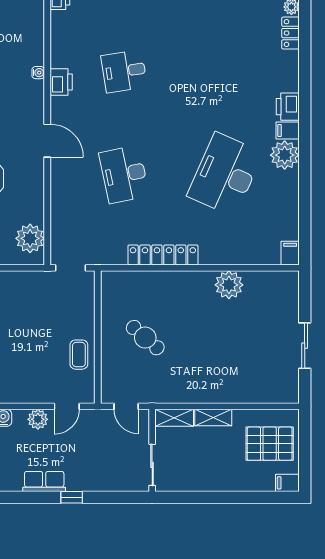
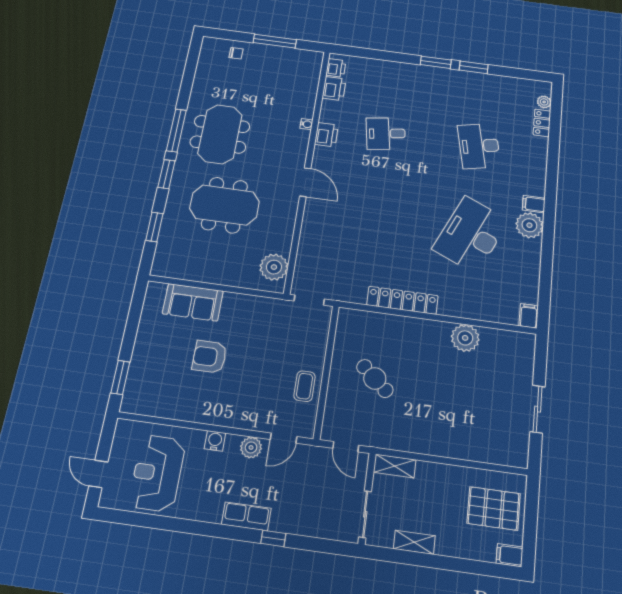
printer: (288, 107) -> (334, 89), moved, turned 180
desk: (124, 174) -> (479, 146), moved
shelving: (213, 417) -> (414, 542), moved

